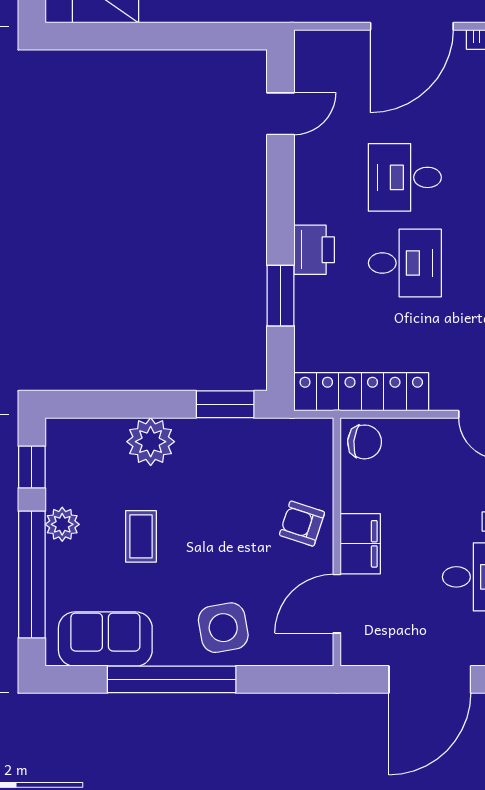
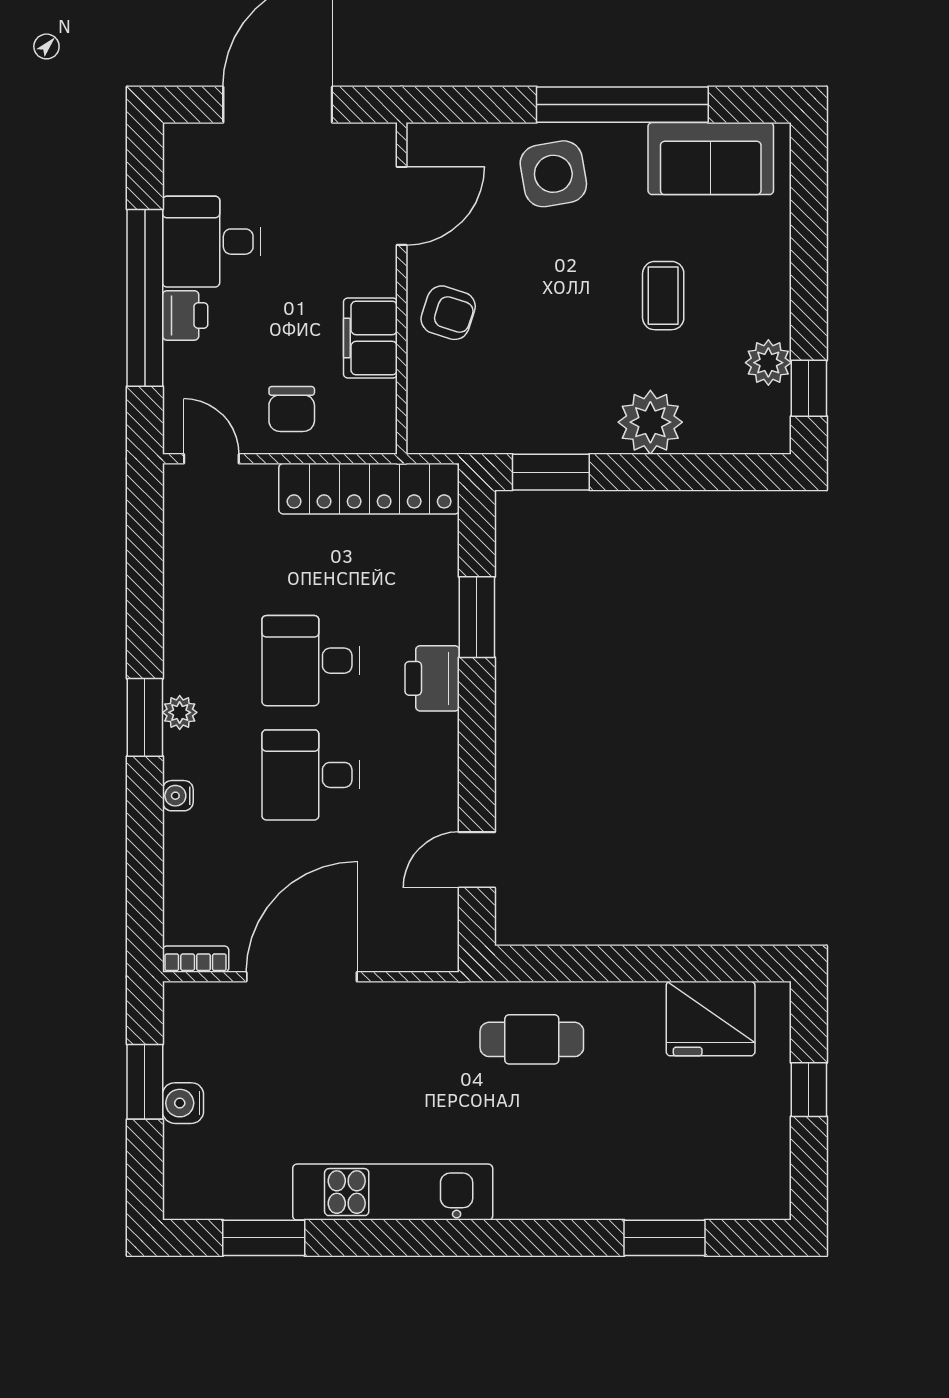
desk: (405, 177) -> (311, 775), turned 180
chair: (365, 442) -> (292, 409), moved, turned -95
plant: (62, 524) -> (768, 363), moved
filing cabinet: (360, 544) -> (370, 338), moved
window: (32, 574) -> (809, 245), removed

